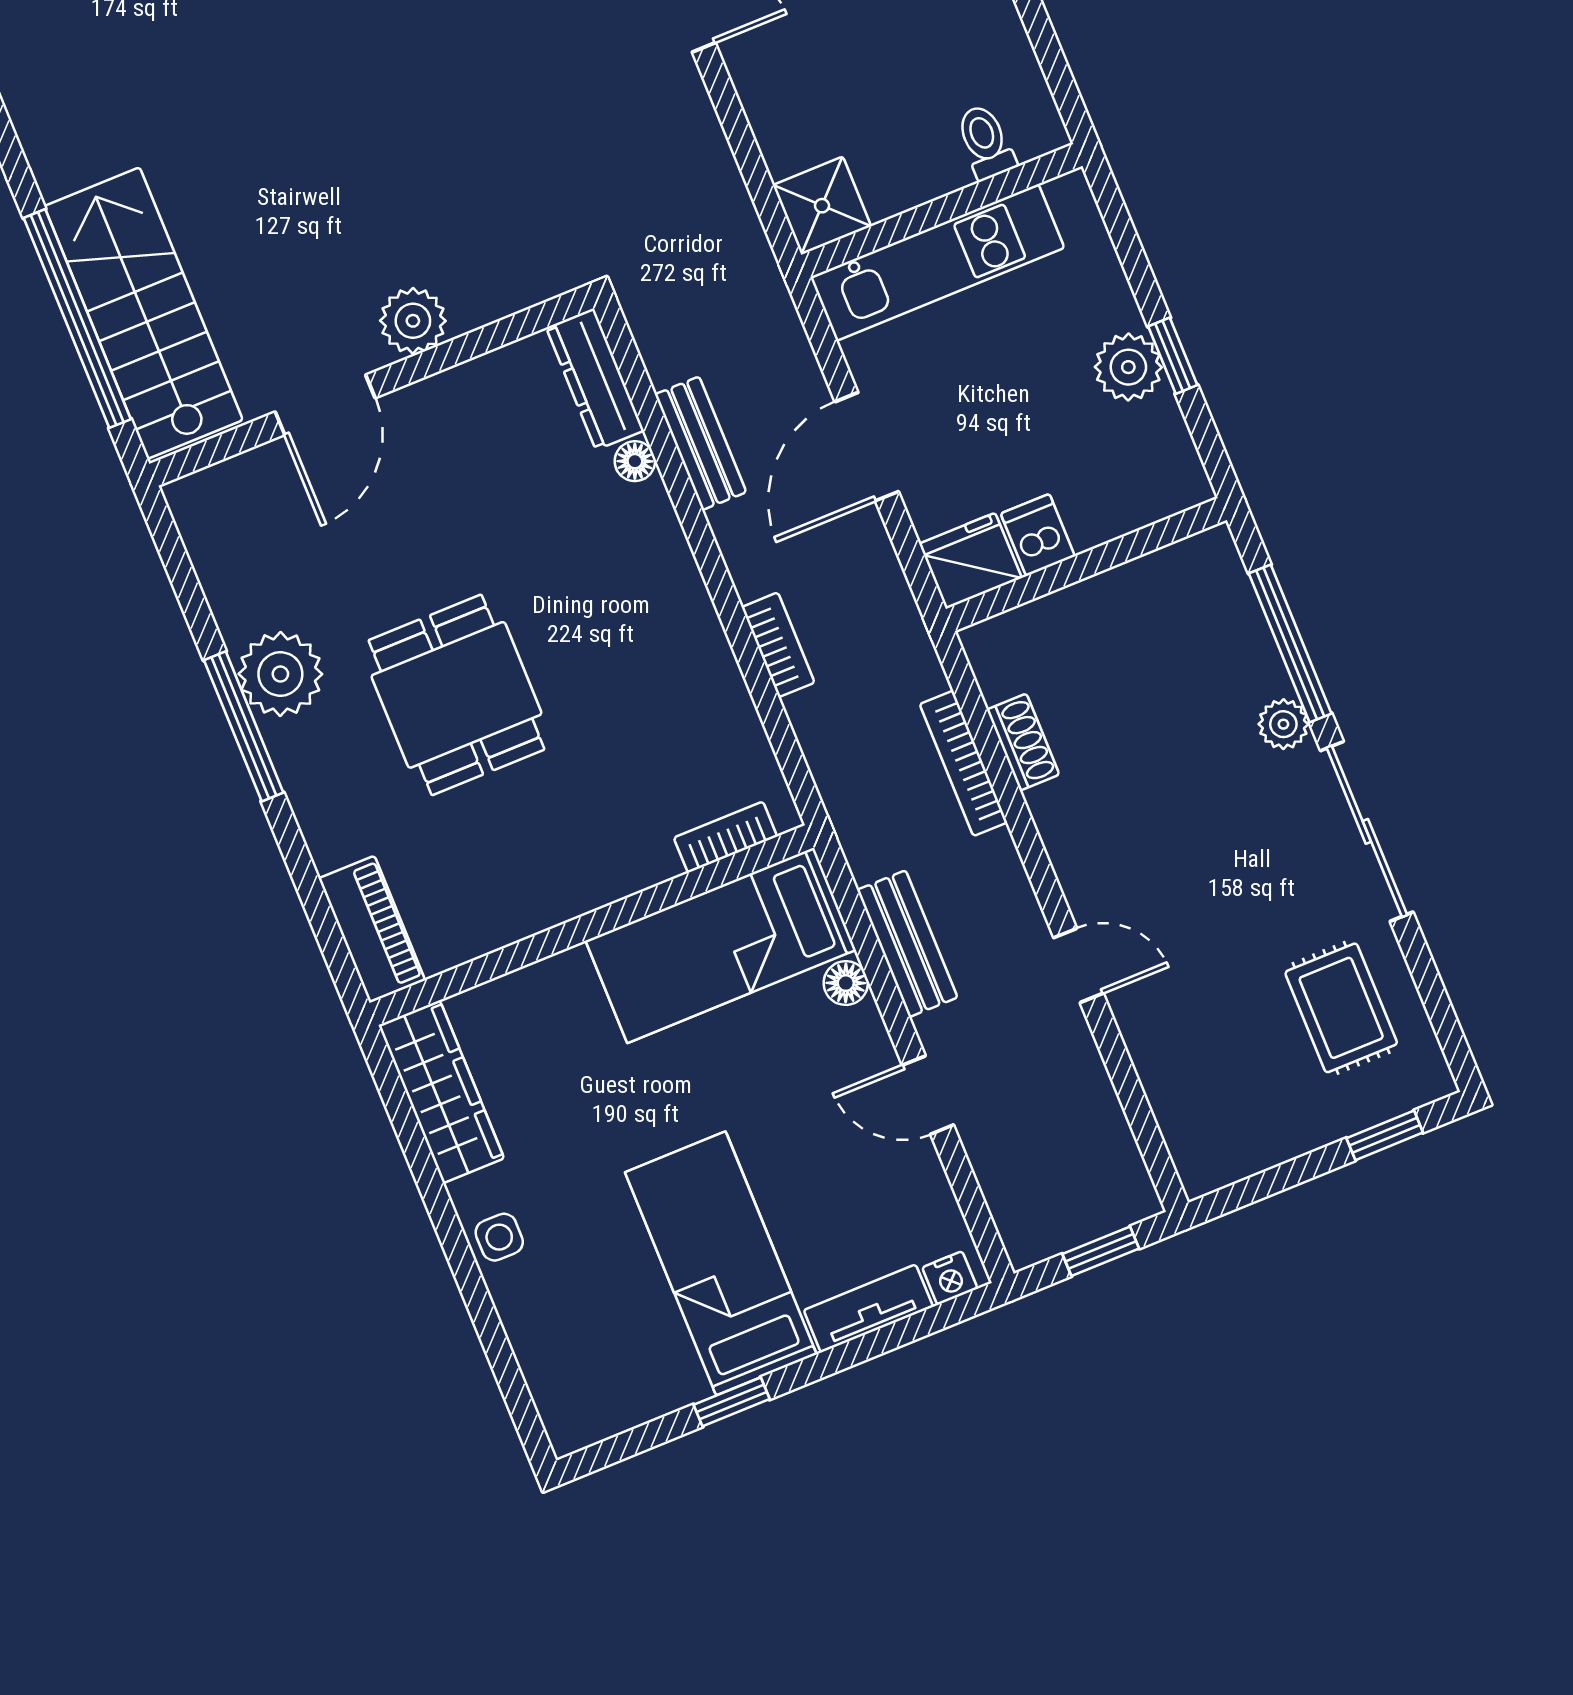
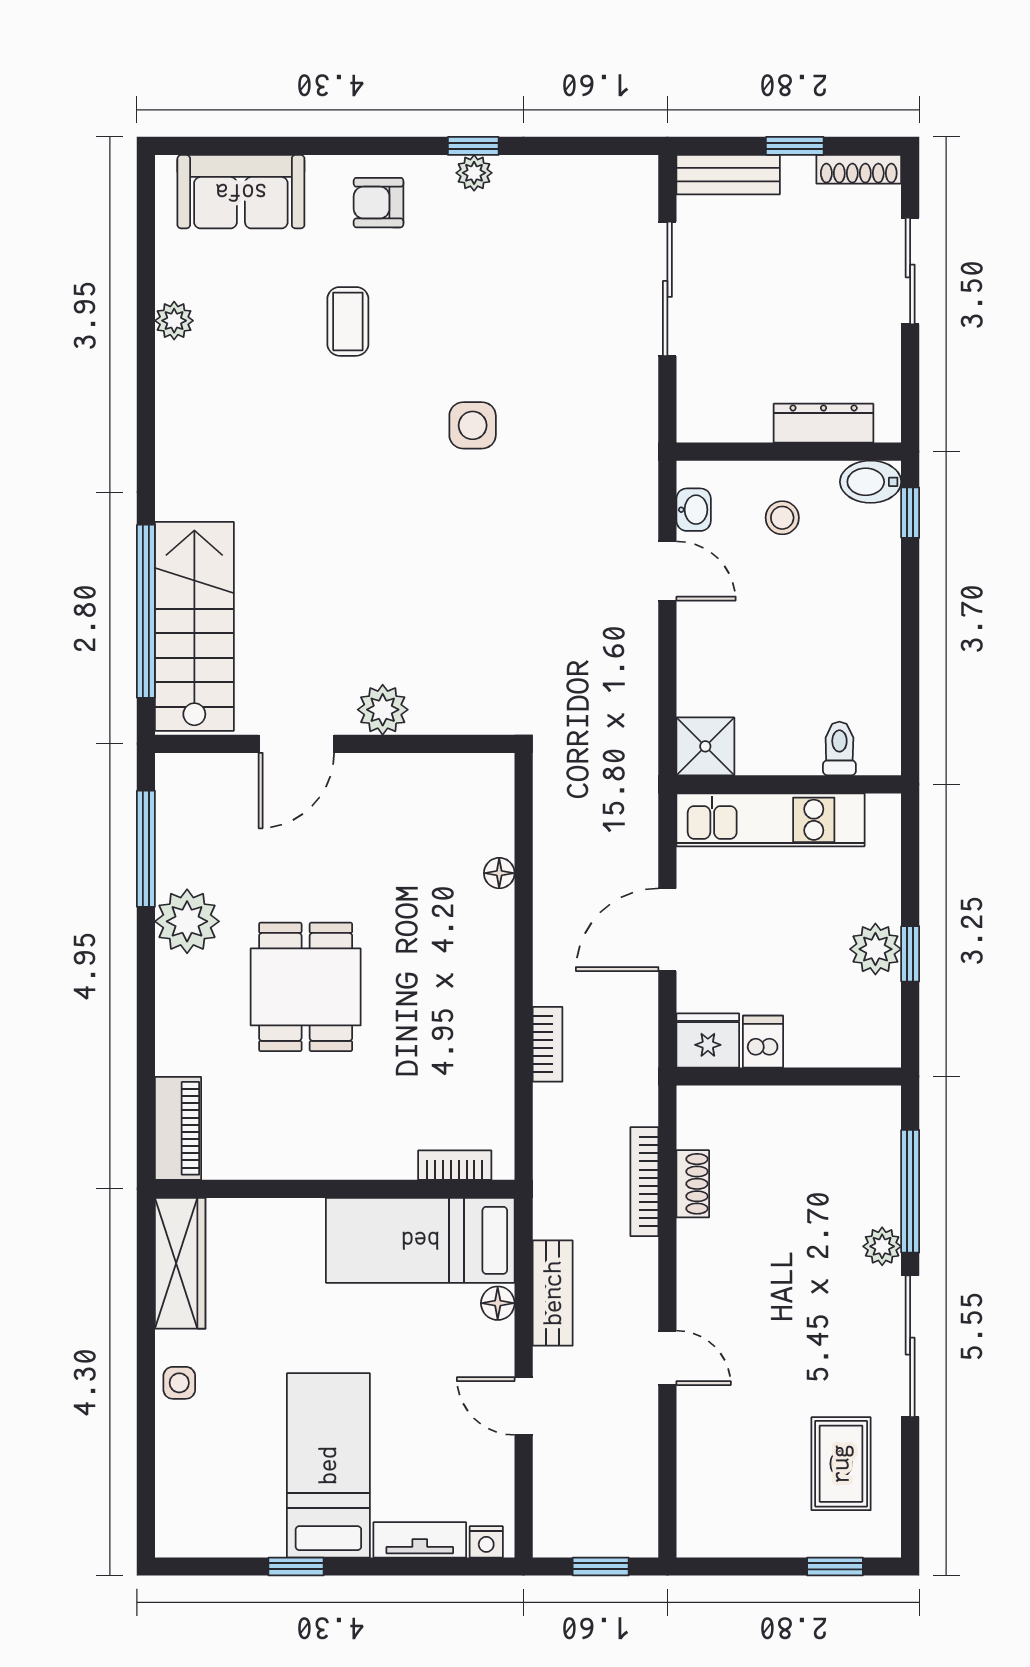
dresser: (595, 379) -> (495, 804), removed
bench: (701, 443) -> (551, 879), removed
window: (244, 726) -> (146, 849), moved

